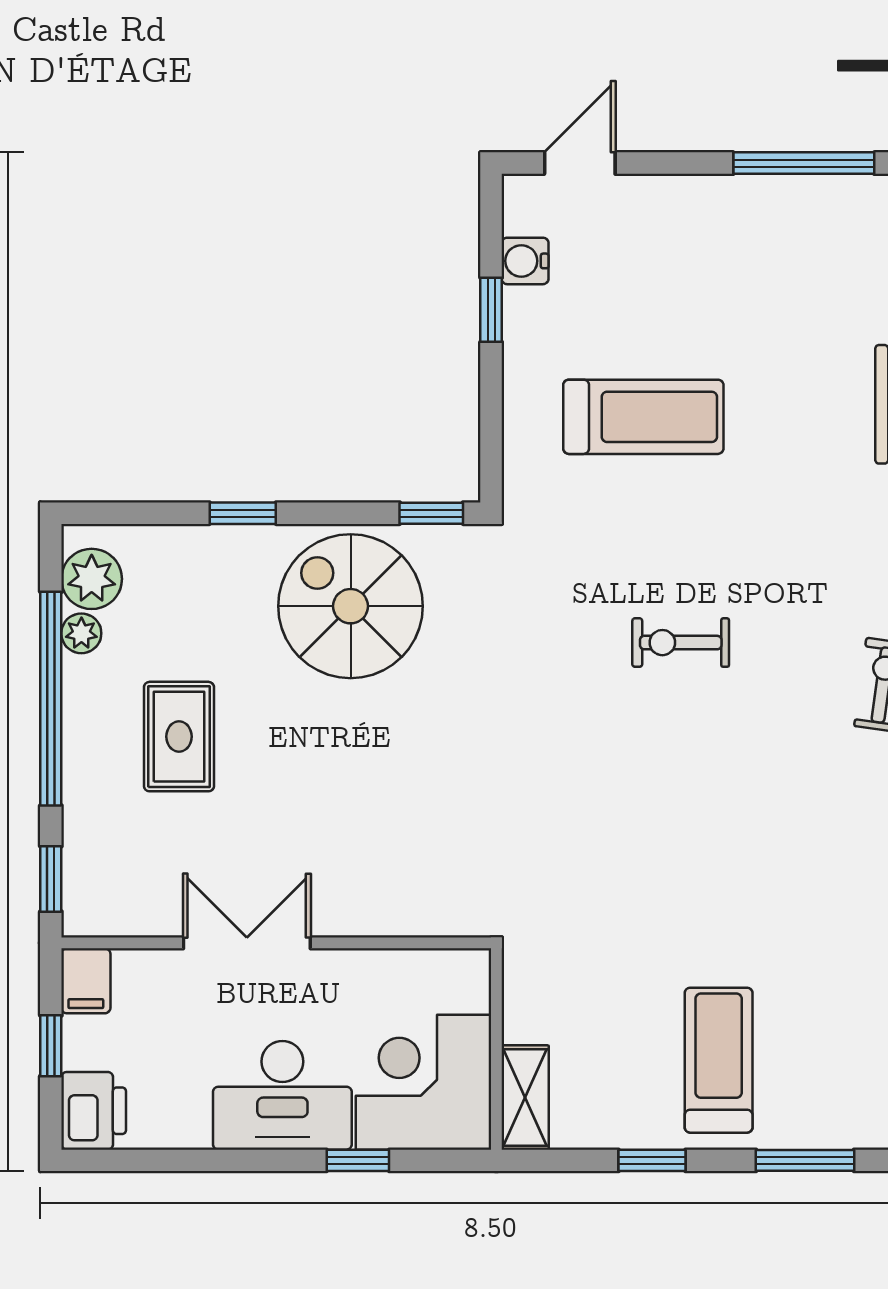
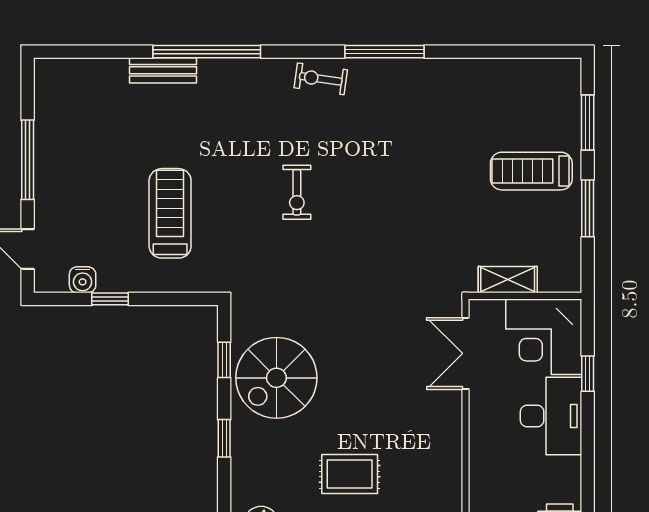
window: (804, 163) -> (28, 160), moved
window: (431, 513) -> (224, 360), moved
double door: (247, 943) -> (465, 353), moved
shelving: (525, 1097) -> (508, 280), moved
window: (652, 1160) -> (588, 208), width x1.50

